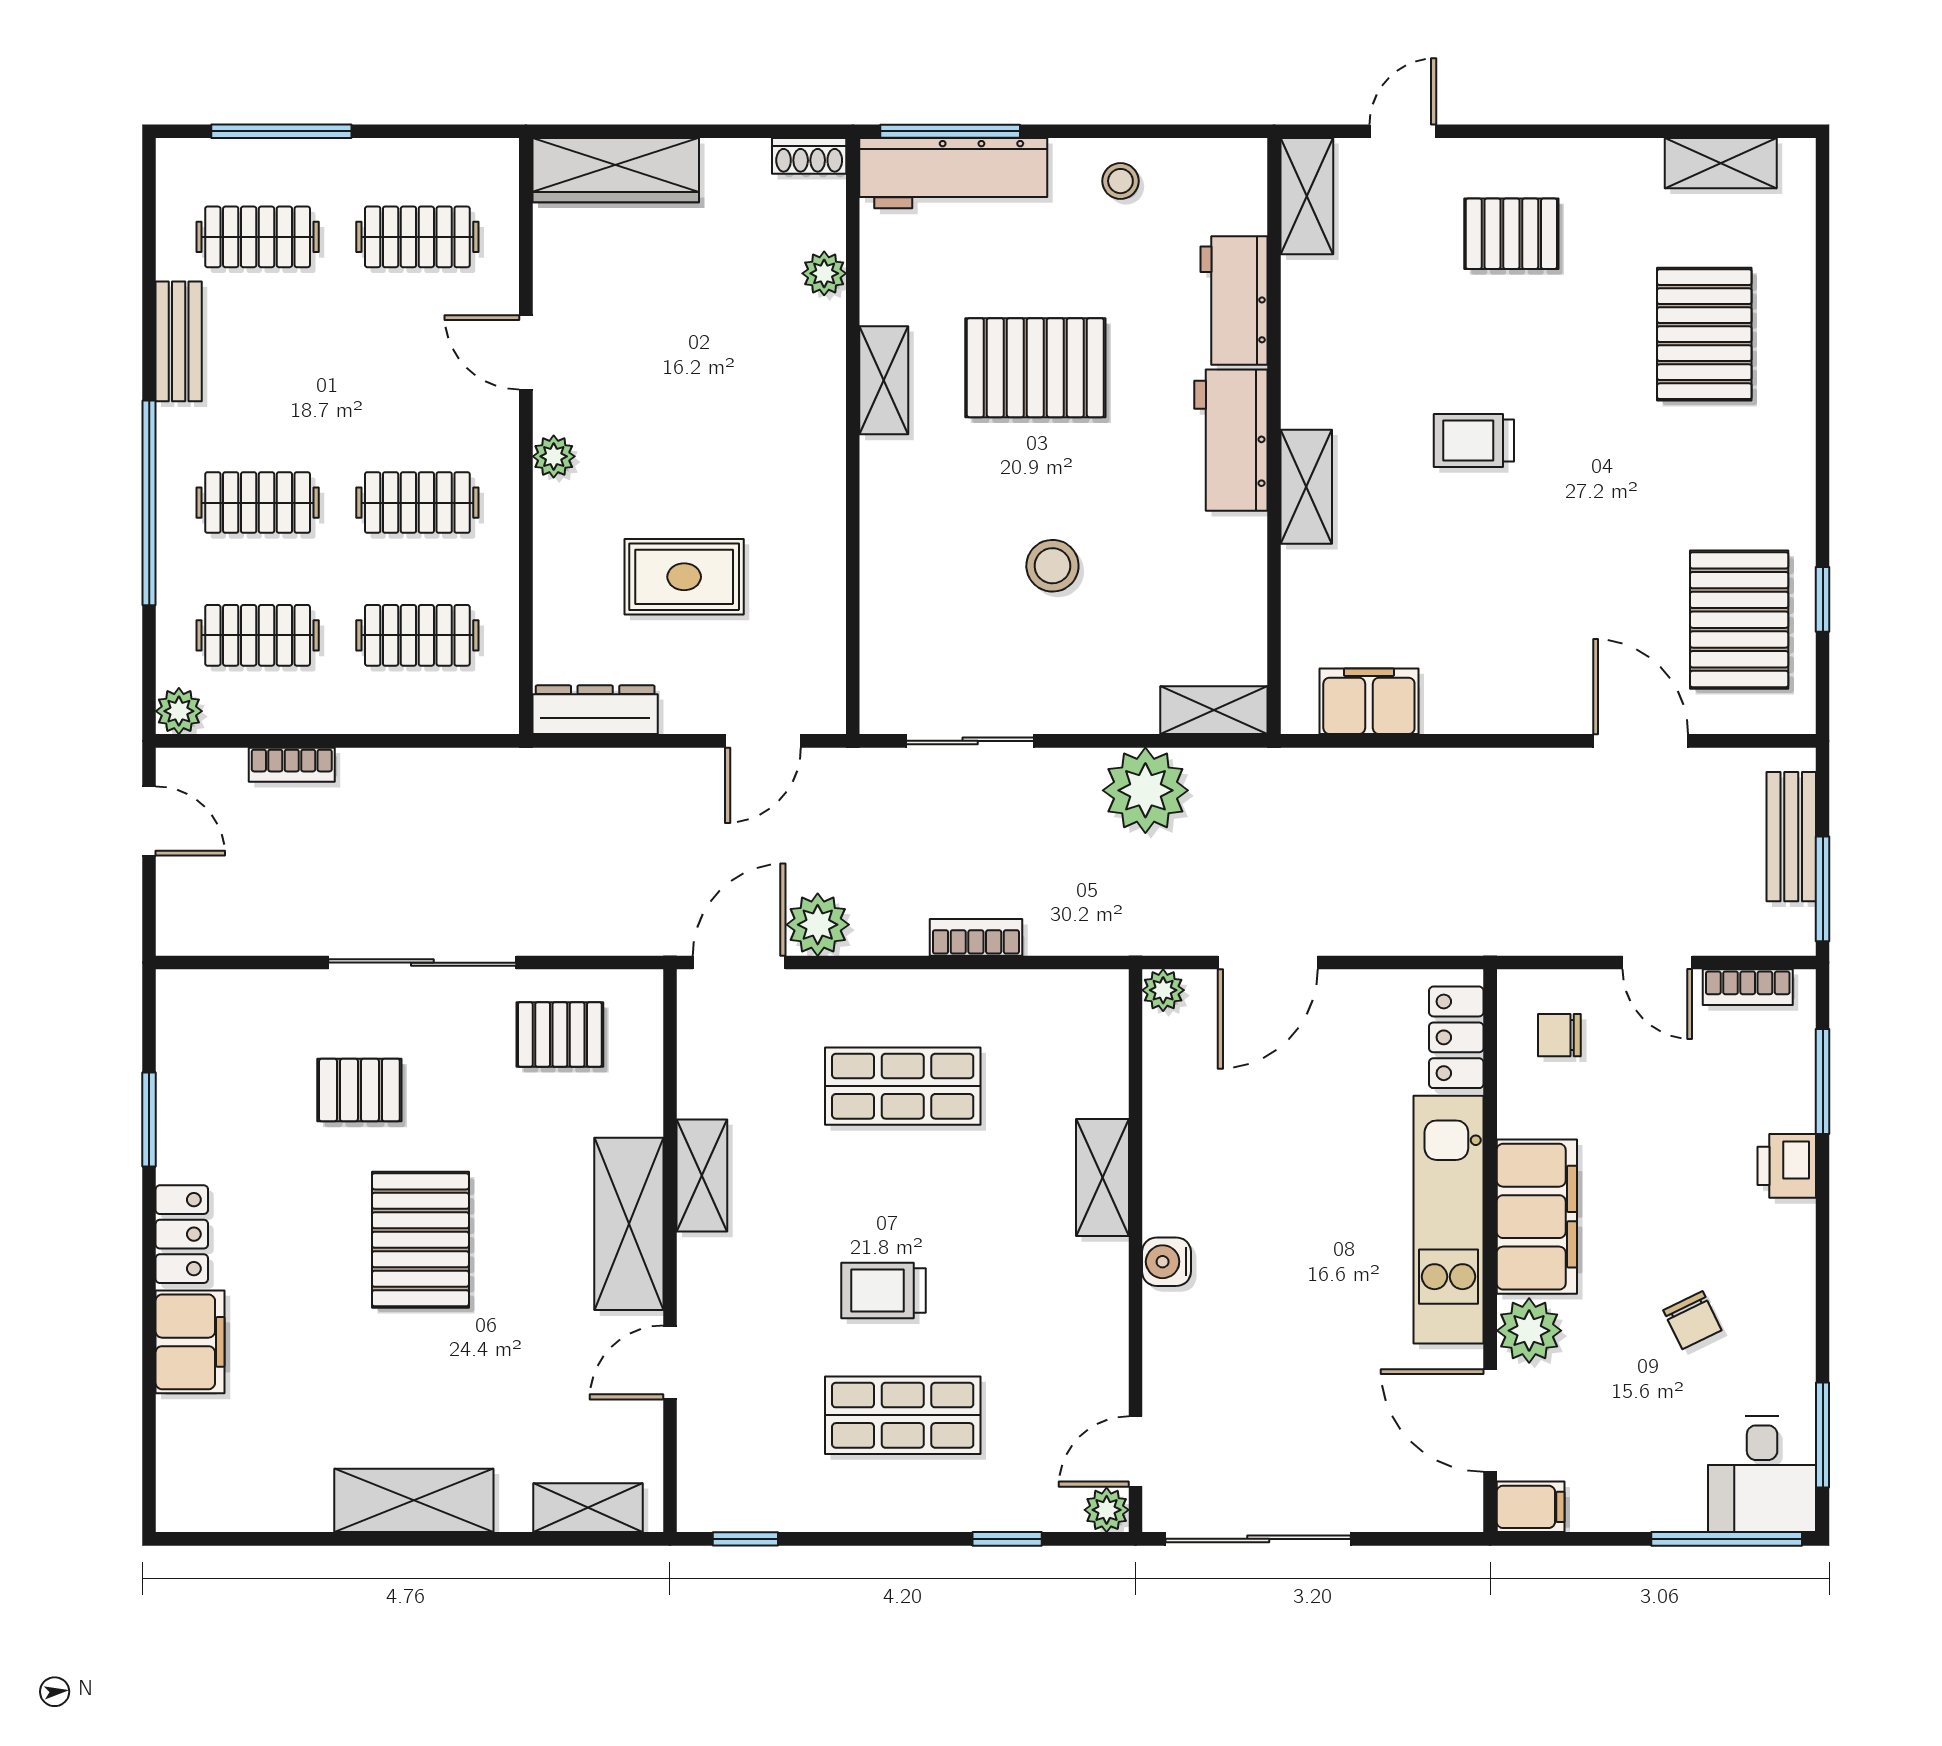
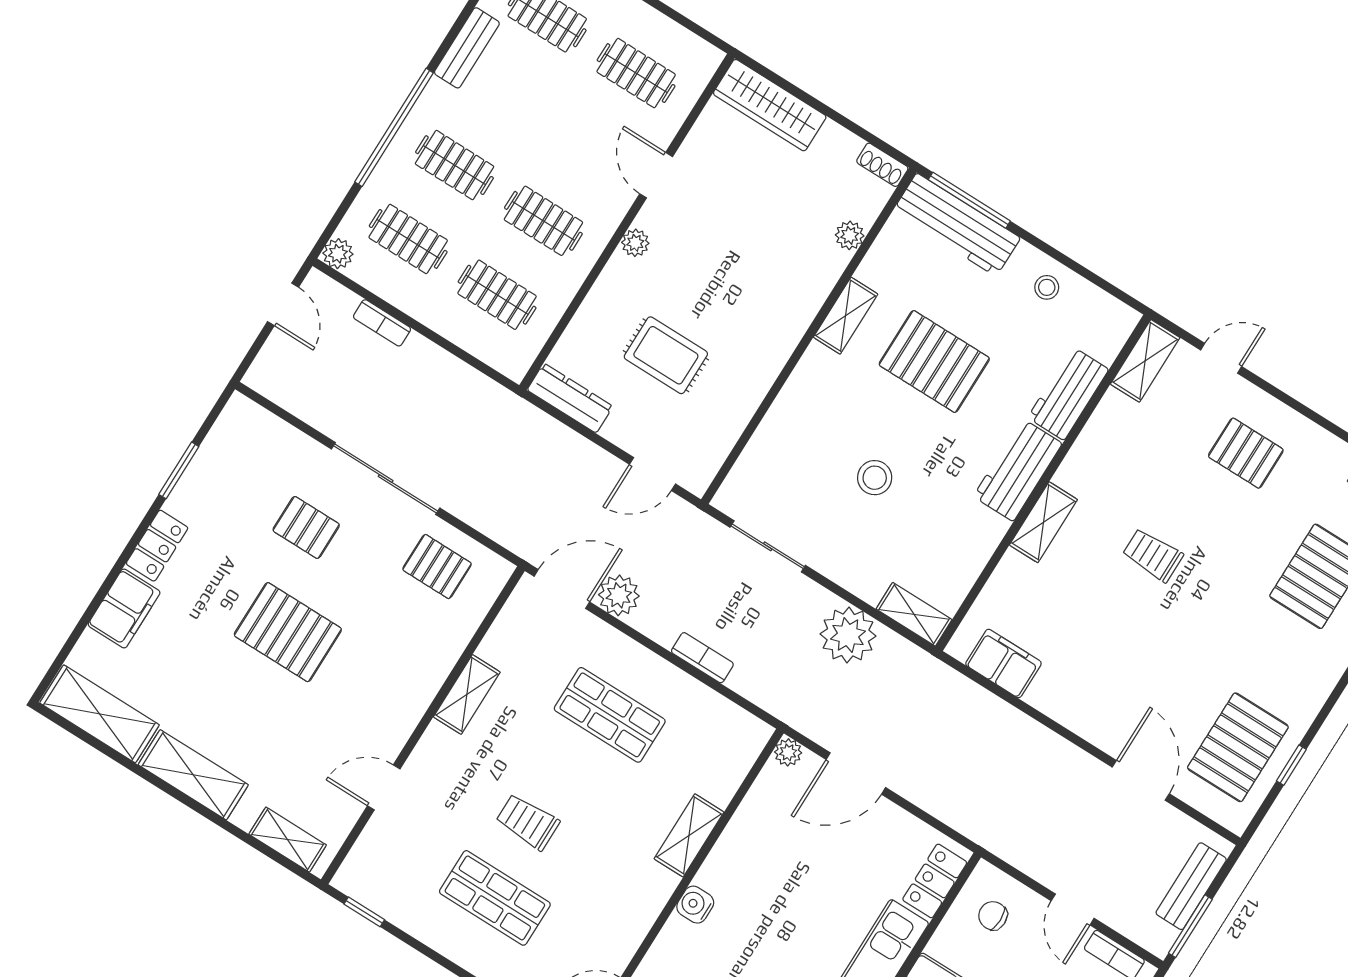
shelving: (629, 1224) -> (99, 714), moved, turned 90
pallet: (420, 1240) -> (288, 632), turned 90

